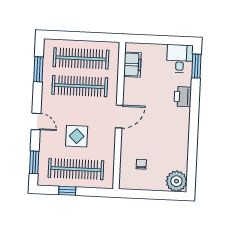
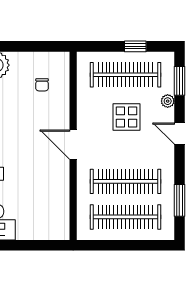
filing cabinet: (132, 65) -> (59, 212), removed
door: (119, 117) -> (73, 145), hinge flipped
plant: (44, 147) -> (168, 101), added

